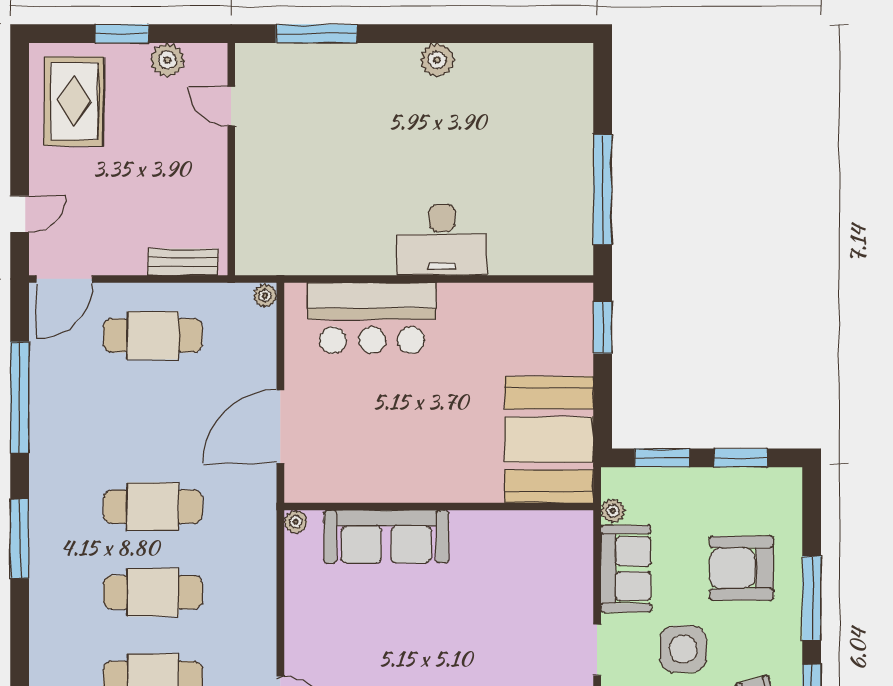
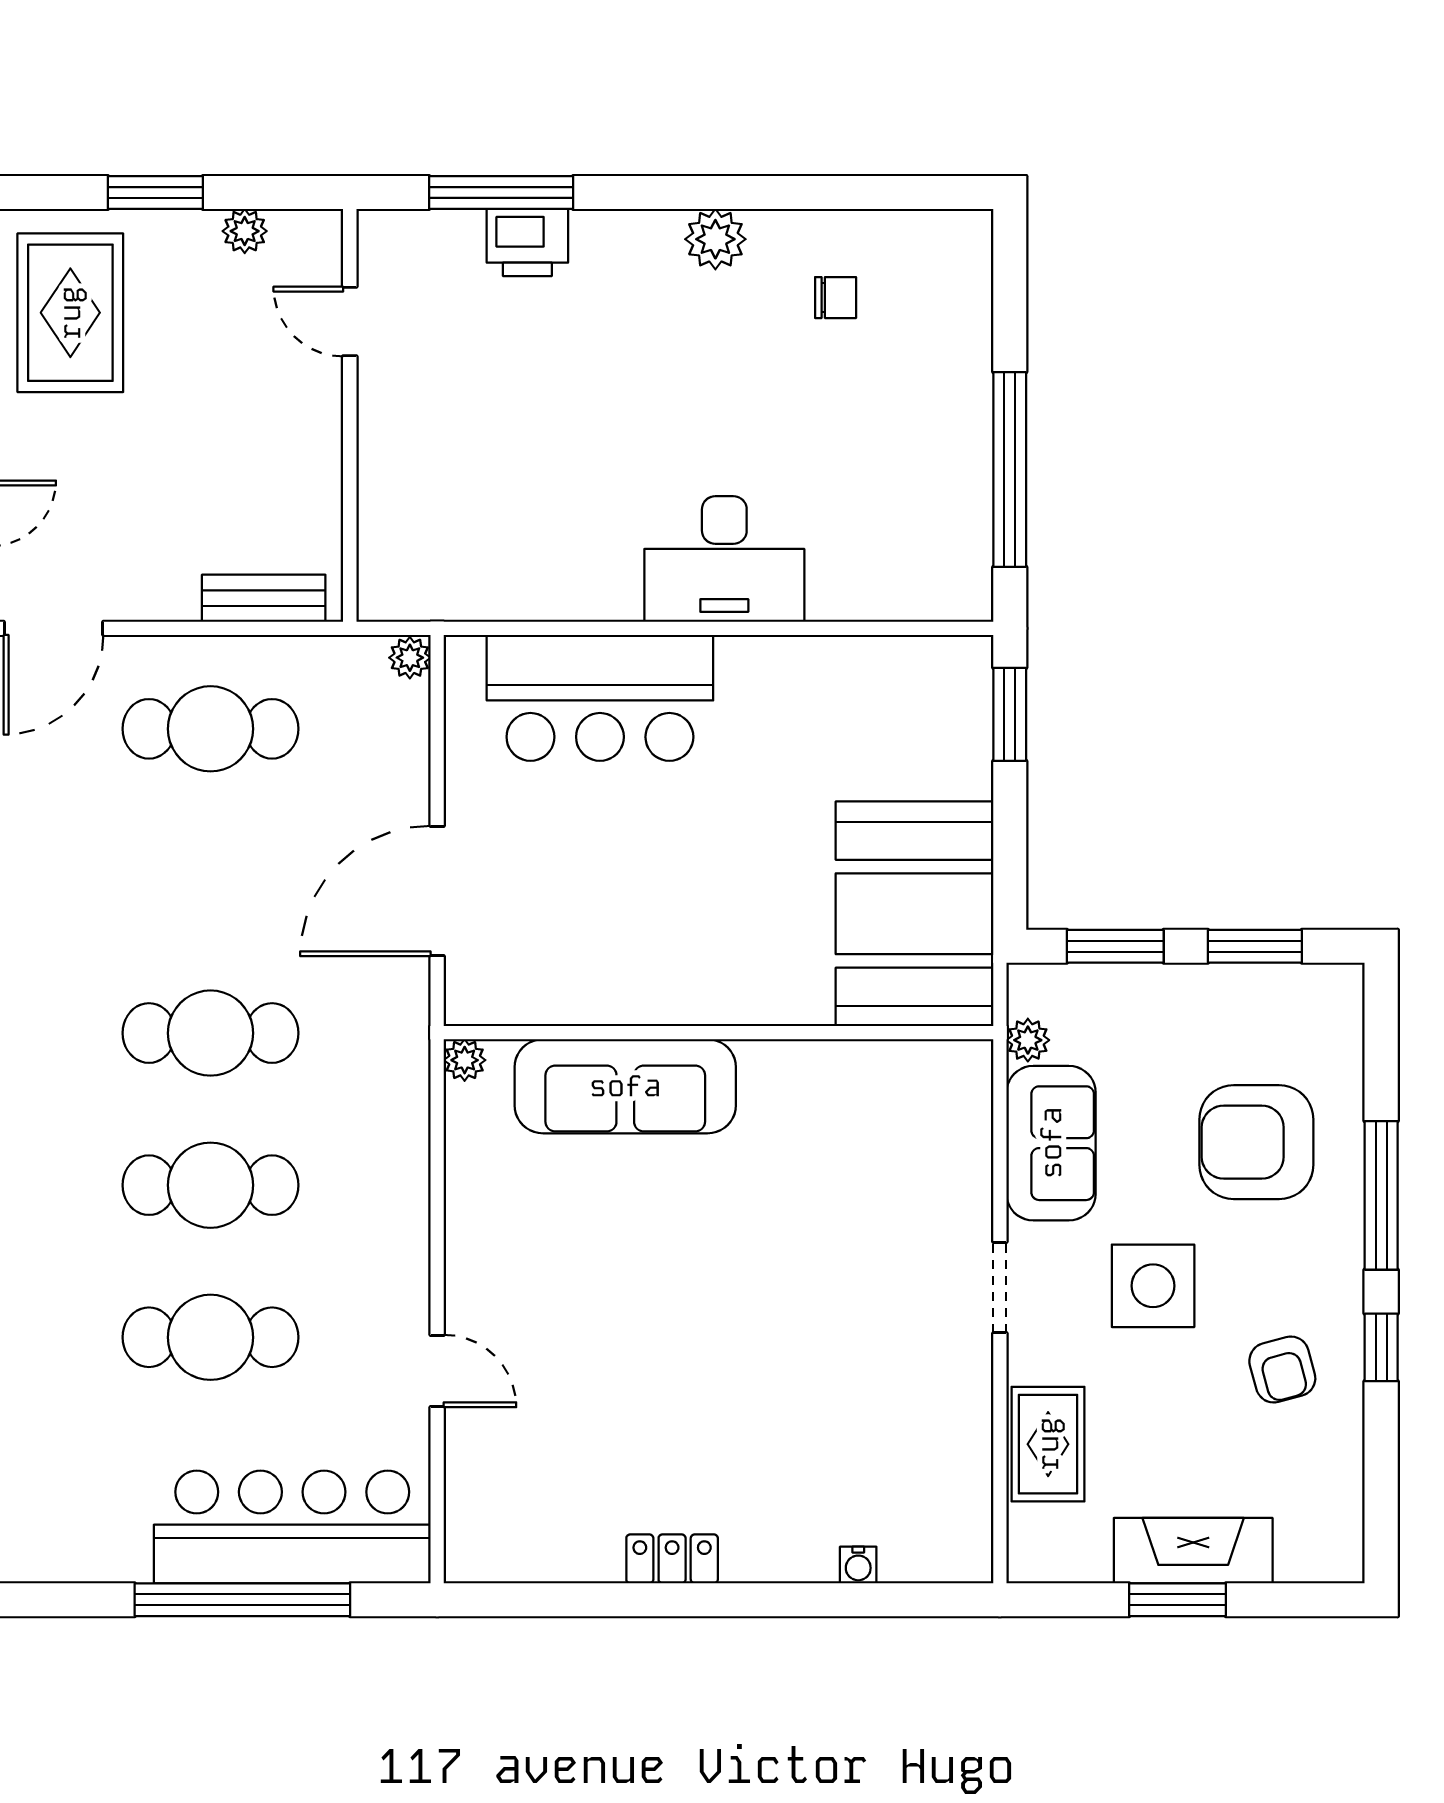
plant: (167, 60) -> (245, 231), width x0.73, depth x0.73
printer: (331, 62) -> (527, 242), added
chair: (505, 93) -> (836, 298), added

